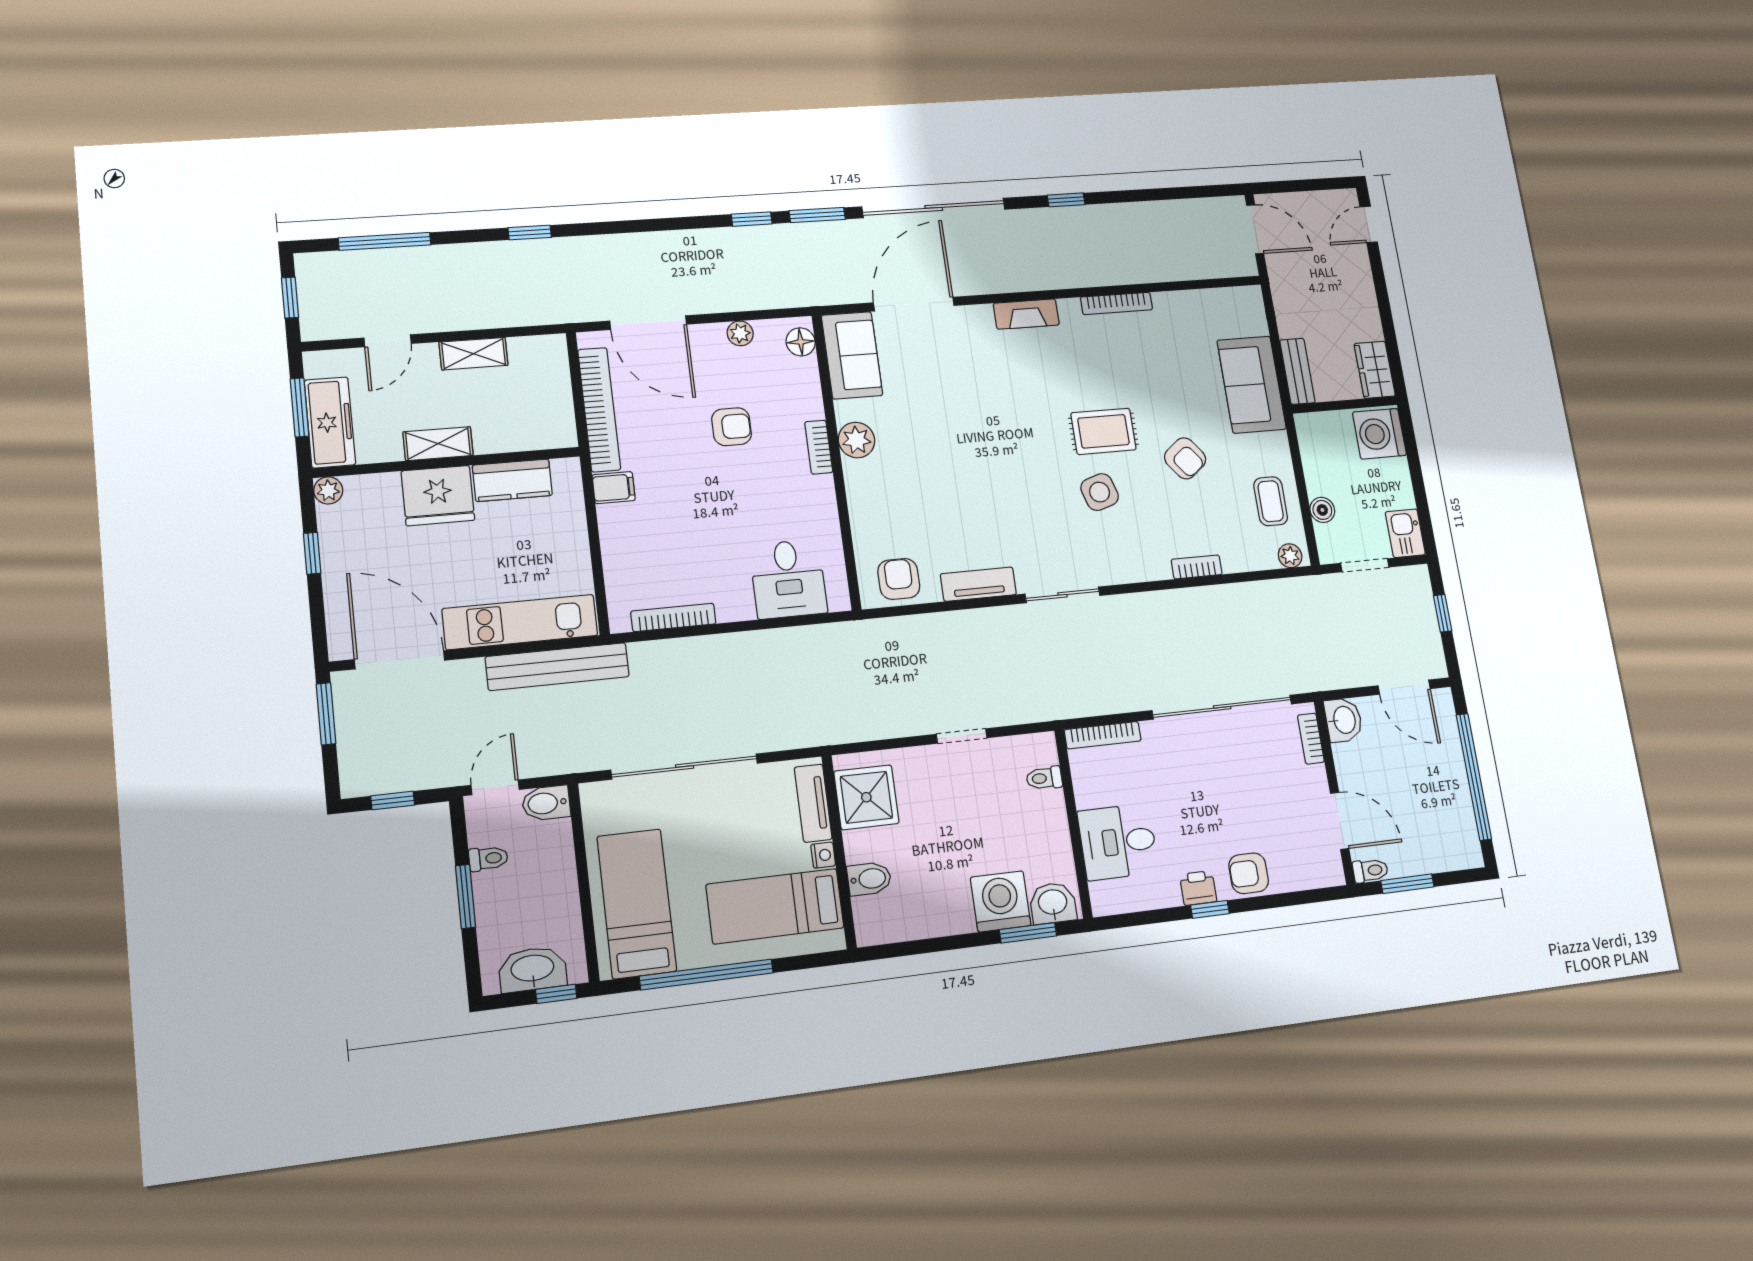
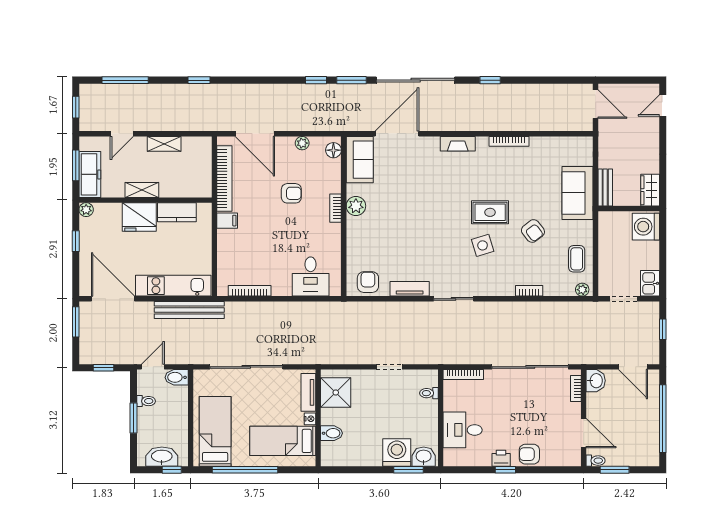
boiler: (1322, 510) -> (605, 266), removed

